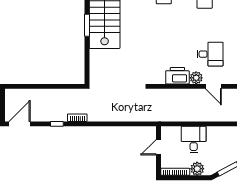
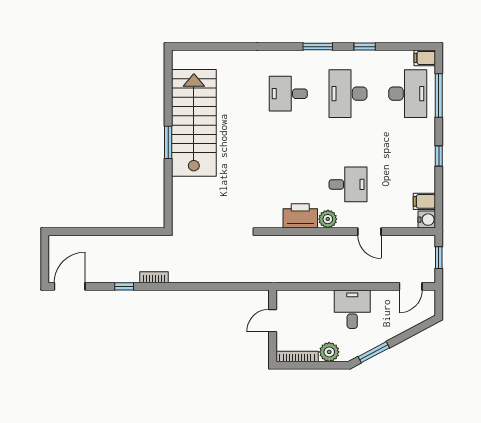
door: (213, 86) -> (369, 232), moved
desk: (194, 139) -> (352, 309), moved

